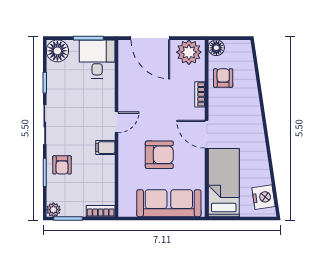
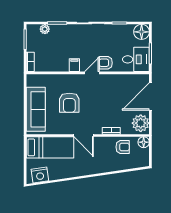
door: (116, 122) -> (92, 73), swing flipped
door: (207, 134) -> (84, 136), swing flipped
armchair: (62, 165) -> (106, 63), moved
plant: (53, 210) -> (45, 29), moved

